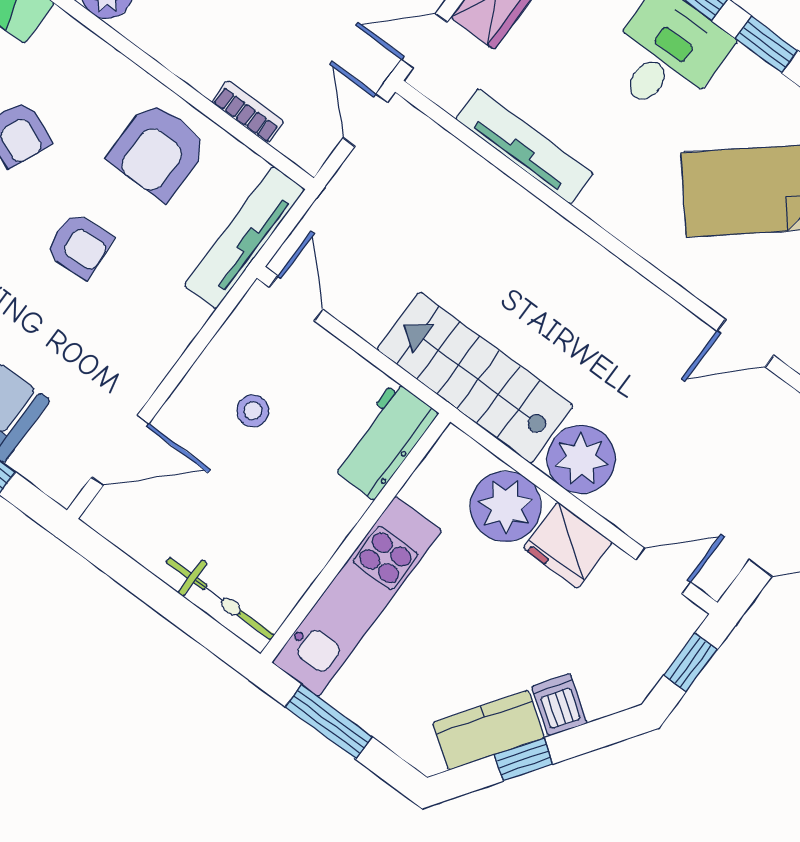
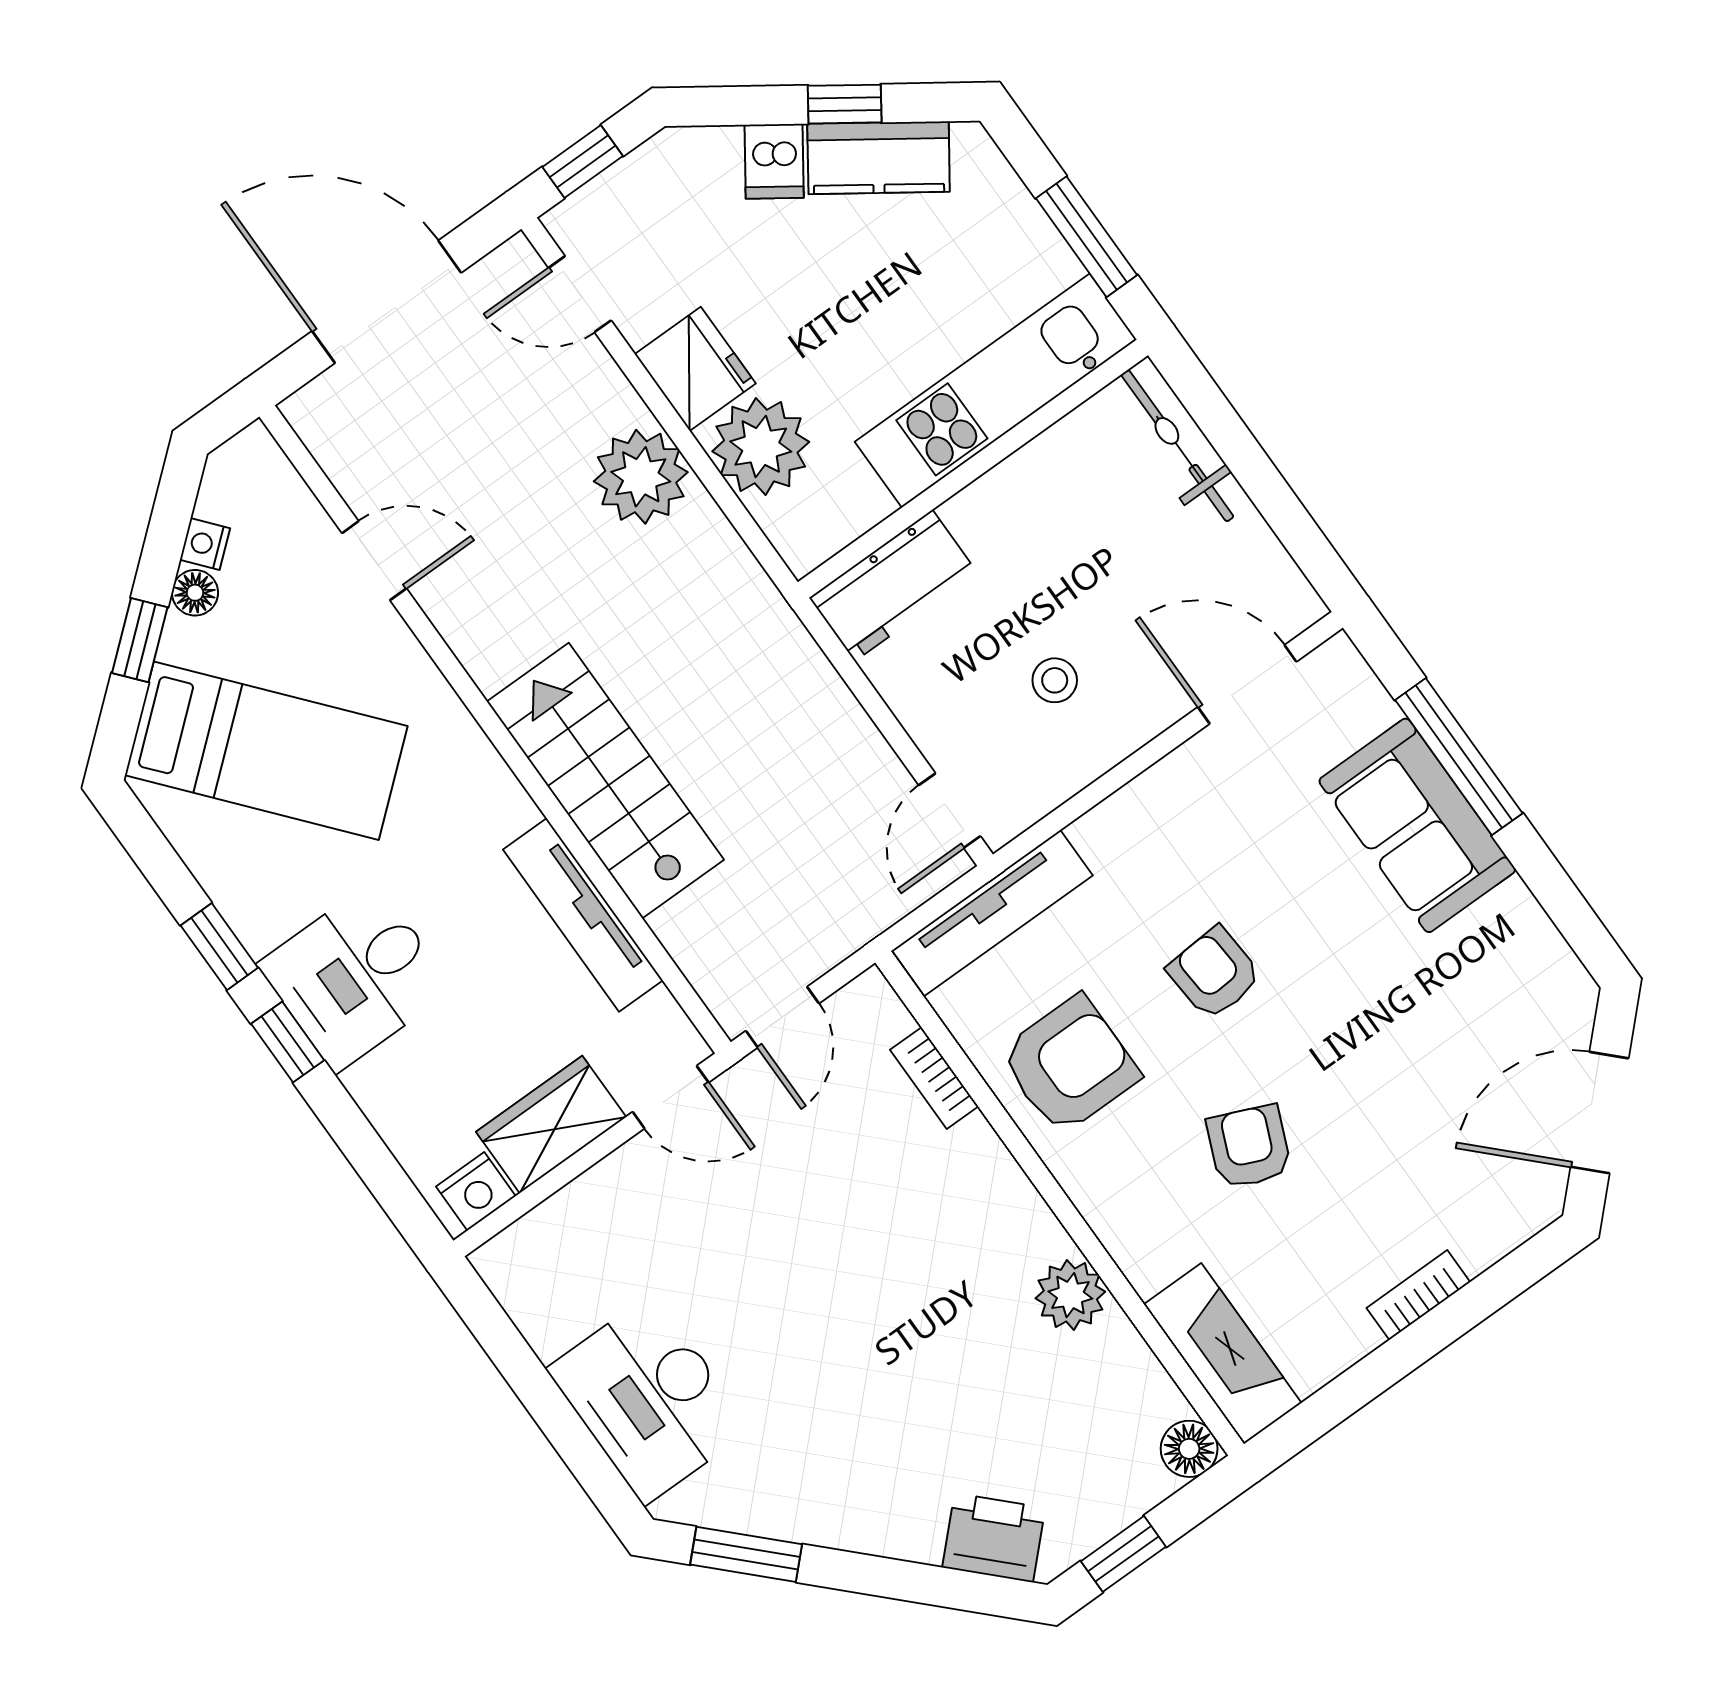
stairs: (475, 378) -> (605, 781), moved, turned 180

